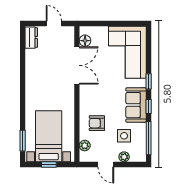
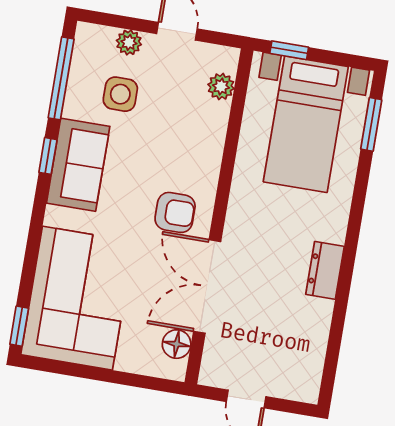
dresser: (31, 38) -> (325, 270), moved
window: (149, 81) -> (19, 326), moved
armchair: (97, 123) -> (175, 212), moved
window: (49, 164) -> (289, 50), moved

